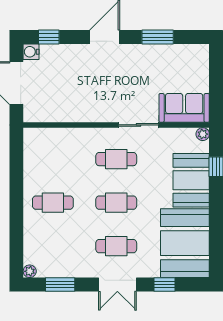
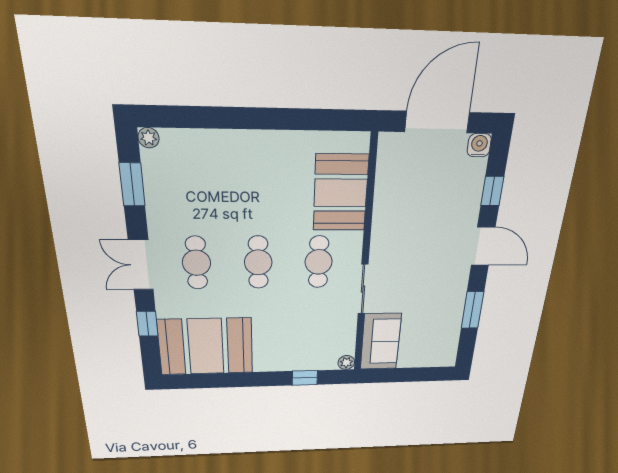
window: (49, 37) -> (492, 191), moved
booth: (191, 180) -> (341, 193), moved, turned 90
cafe table: (53, 203) -> (257, 175), removed

